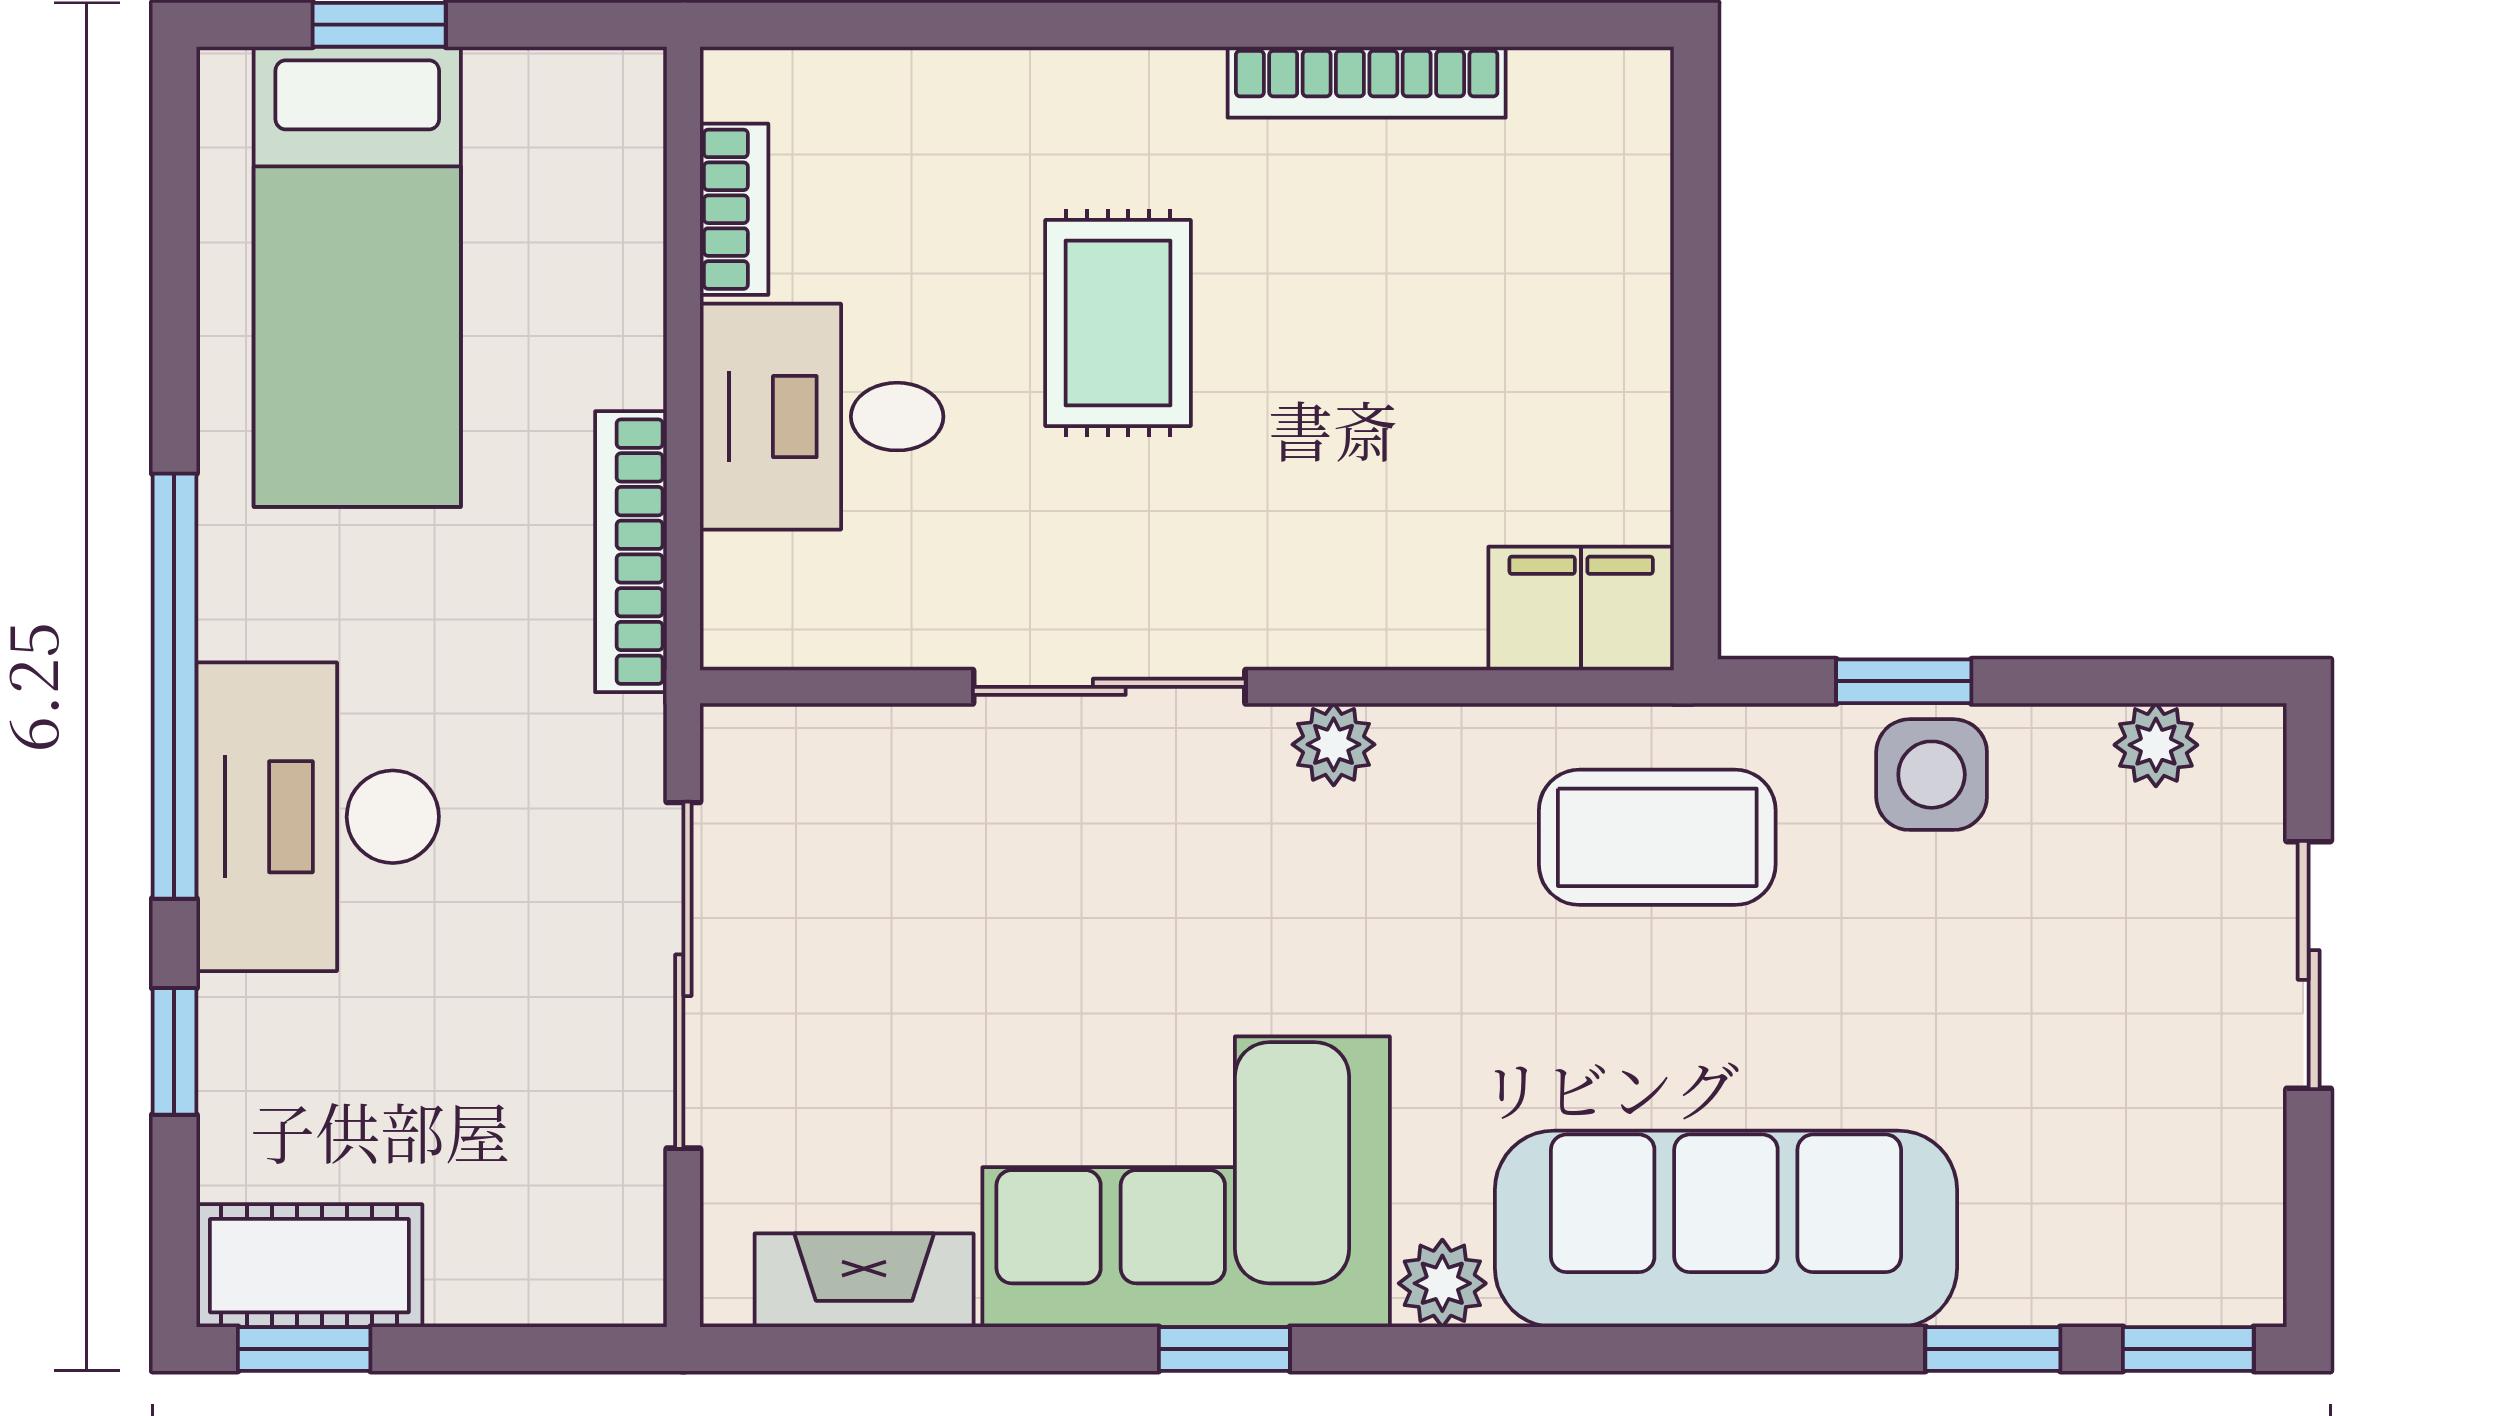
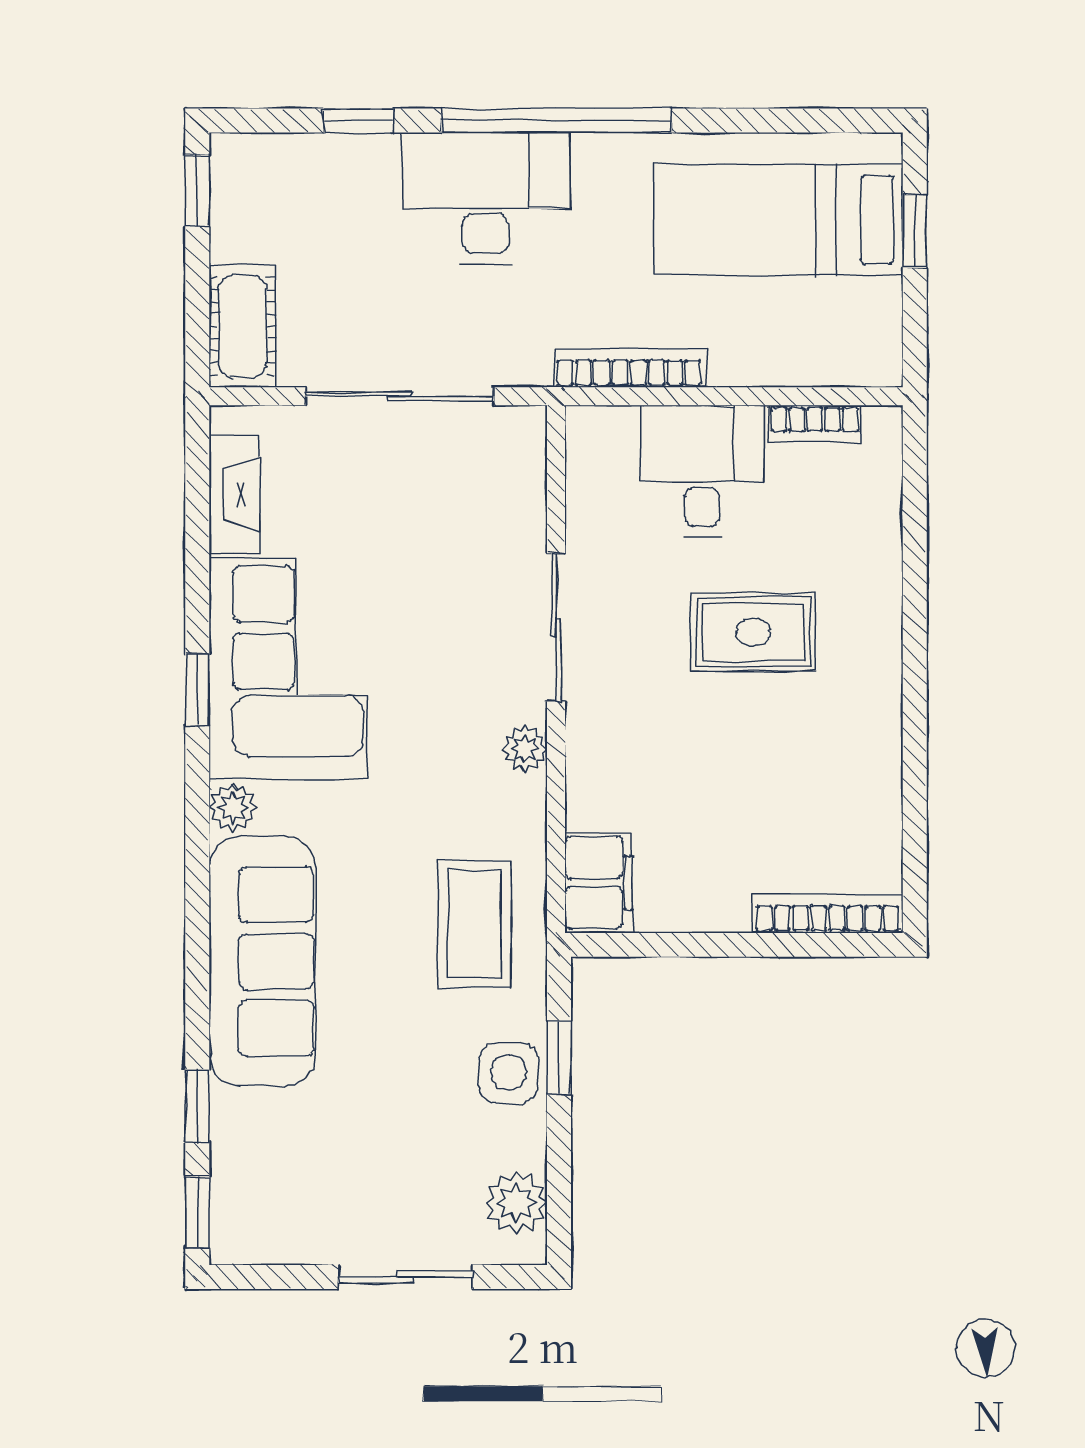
bookcase: (1367, 82) -> (828, 914), moved, turned 90
plant: (2156, 745) -> (516, 1203), width x1.38, depth x1.38
cot: (309, 1266) -> (242, 326), moved

